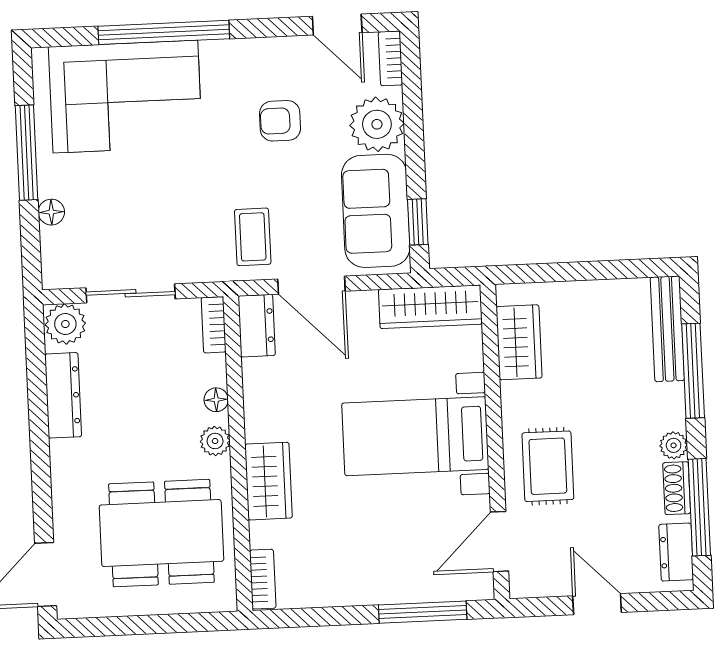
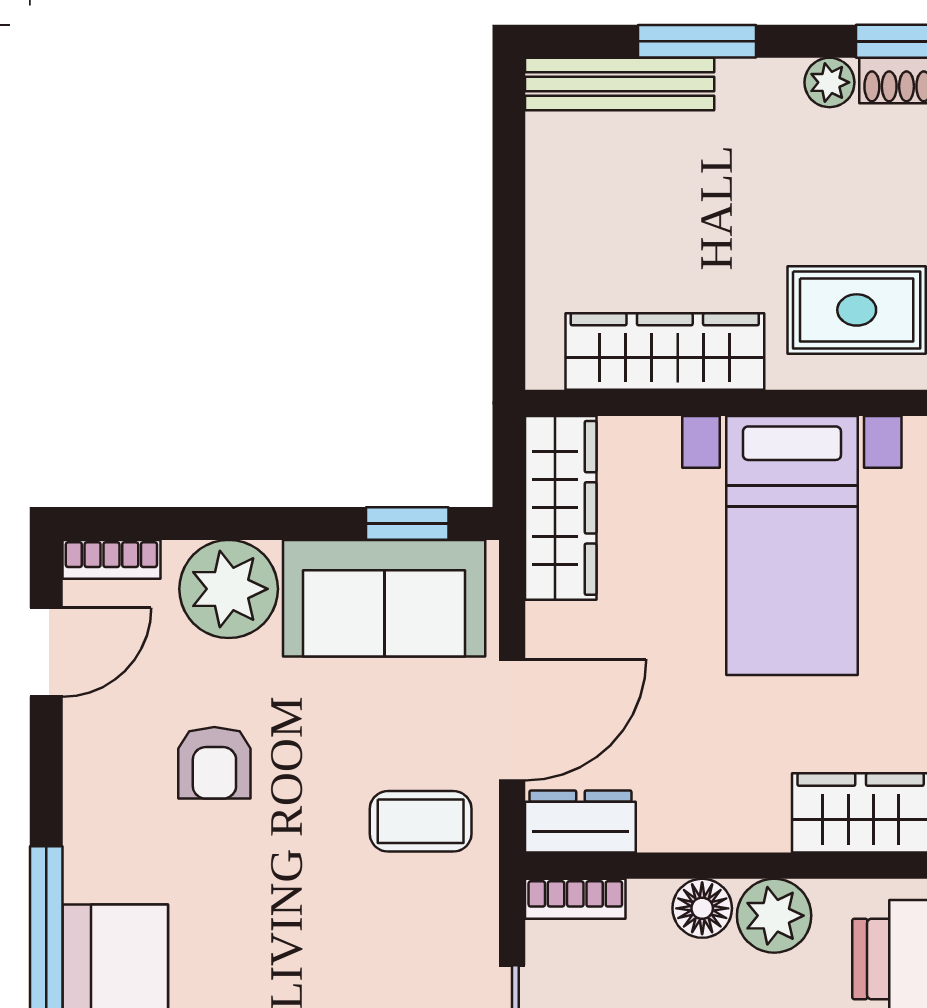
wardrobe: (519, 342) -> (665, 352), width x1.50
window: (693, 371) -> (697, 41), width x0.69
floor lamp: (216, 400) -> (702, 908), width x1.37, depth x1.37
plant: (215, 441) -> (774, 916), width x1.38, depth x1.38

